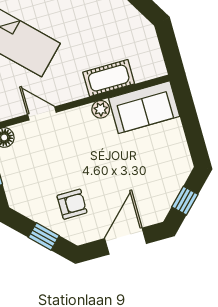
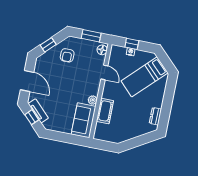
door: (42, 113) -> (104, 72), hinge flipped
tv unit: (168, 195) -> (38, 111), added
armchair: (72, 204) -> (67, 55), moved

